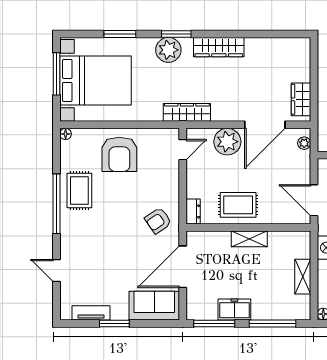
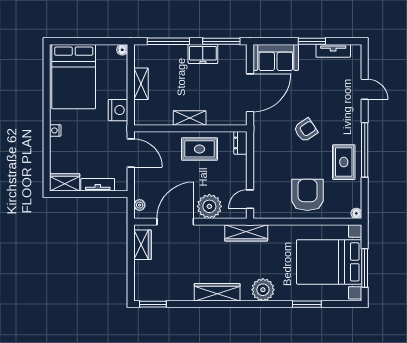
window: (176, 34) -> (153, 304), moved
armchair: (158, 221) -> (306, 130), moved

